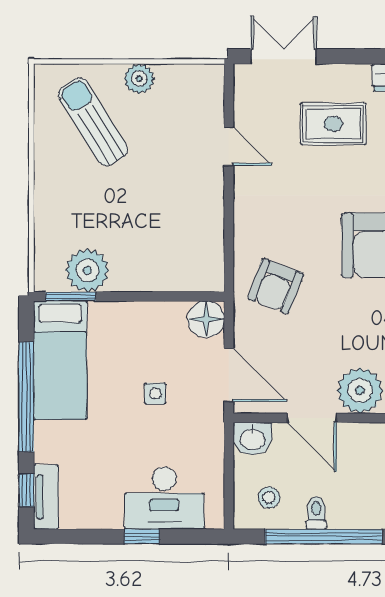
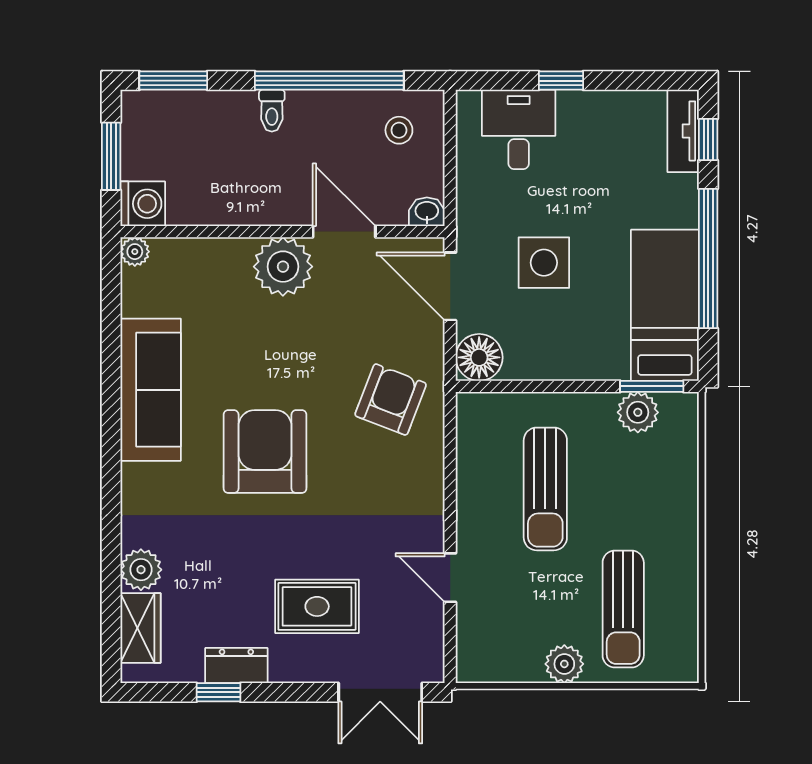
sun lounger: (93, 122) -> (623, 609), turned 32
sun lounger: (154, 216) -> (545, 489), added
plant: (87, 270) -> (638, 412), width x0.73, depth x0.73
side table: (155, 394) -> (544, 263), width x1.87, depth x1.87
washbasin: (252, 439) -> (427, 212), width x0.72, depth x0.69
desk: (164, 498) -> (519, 129), width x0.73
toilet: (316, 513) -> (272, 111), moved

